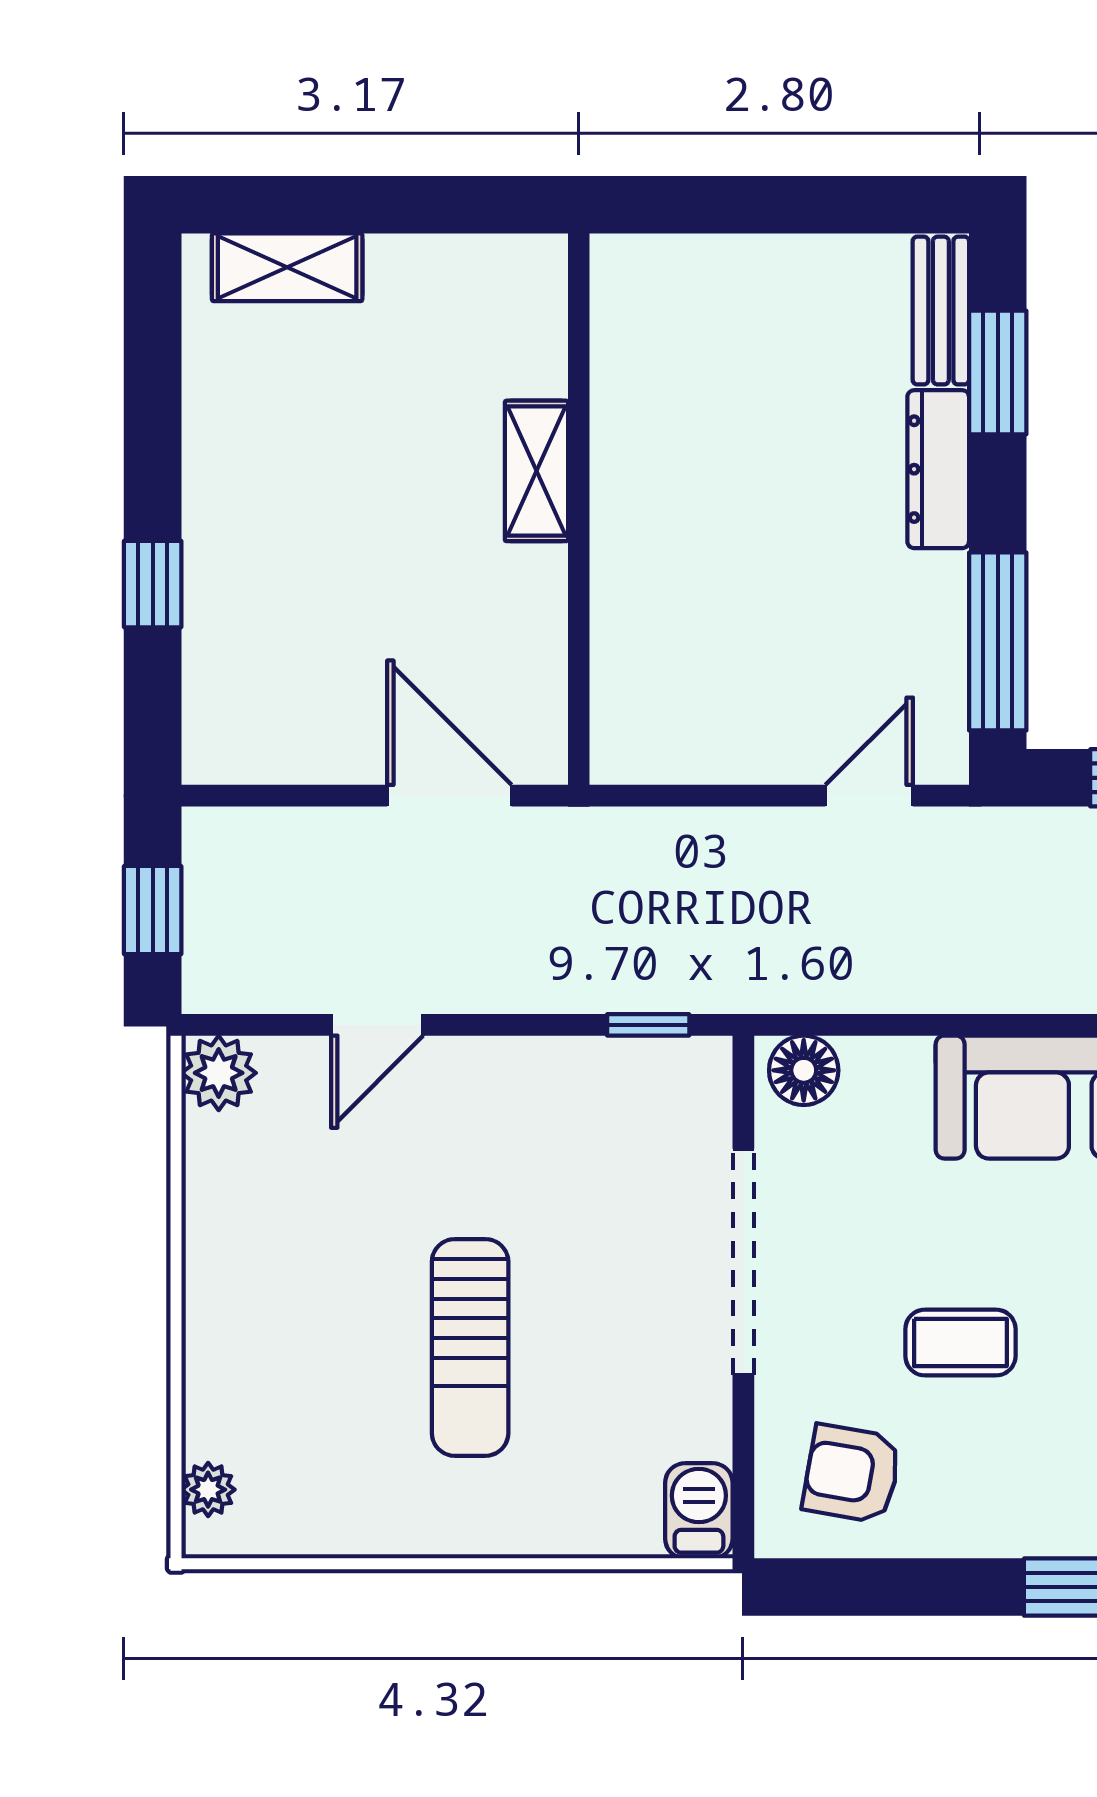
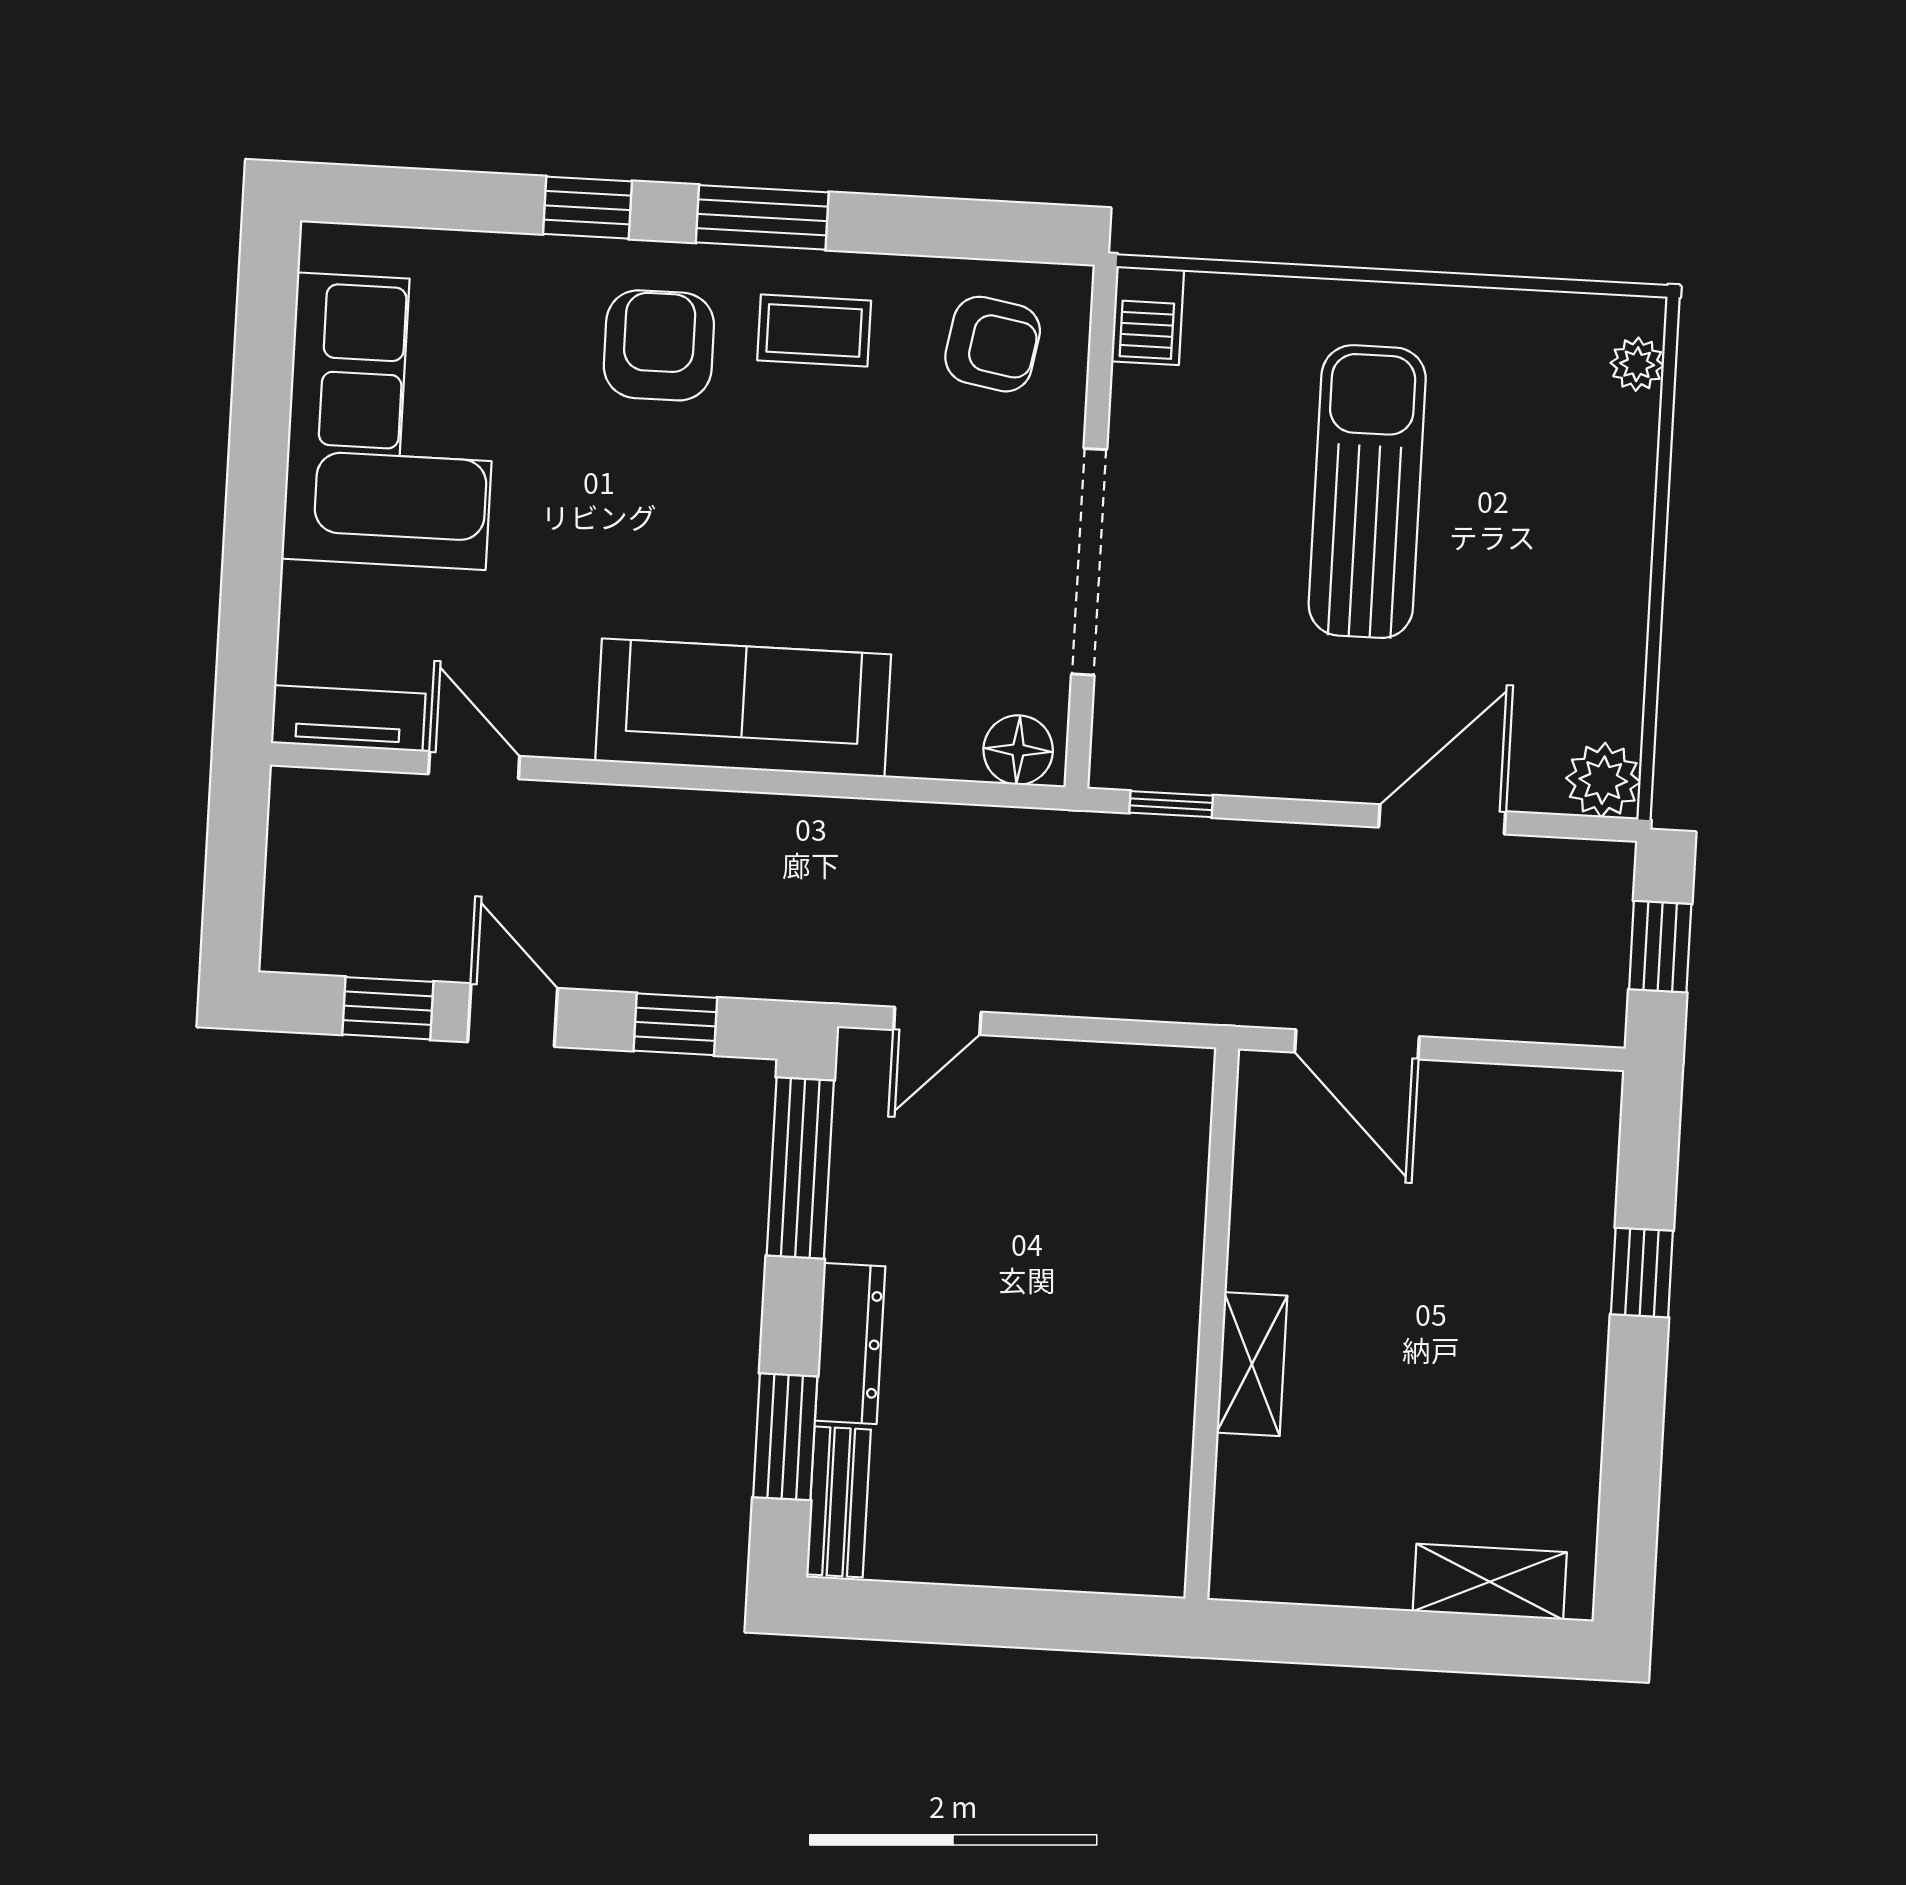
door: (377, 1025) -> (1442, 819), width x1.37
coffee table: (960, 1343) -> (814, 330), moved
sun lounger: (470, 1347) -> (1367, 492), width x1.36, depth x1.34

